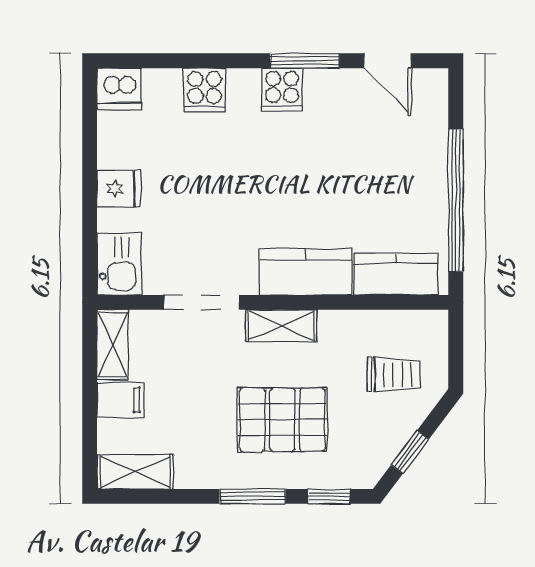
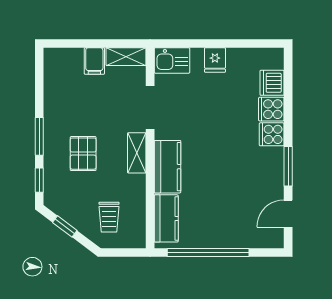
dishwasher: (119, 89) -> (272, 83), moved
cooker: (282, 90) -> (272, 134), moved
pallet: (282, 420) -> (83, 154), width x0.67, depth x0.71
shelving: (135, 472) -> (53, 70), removed

